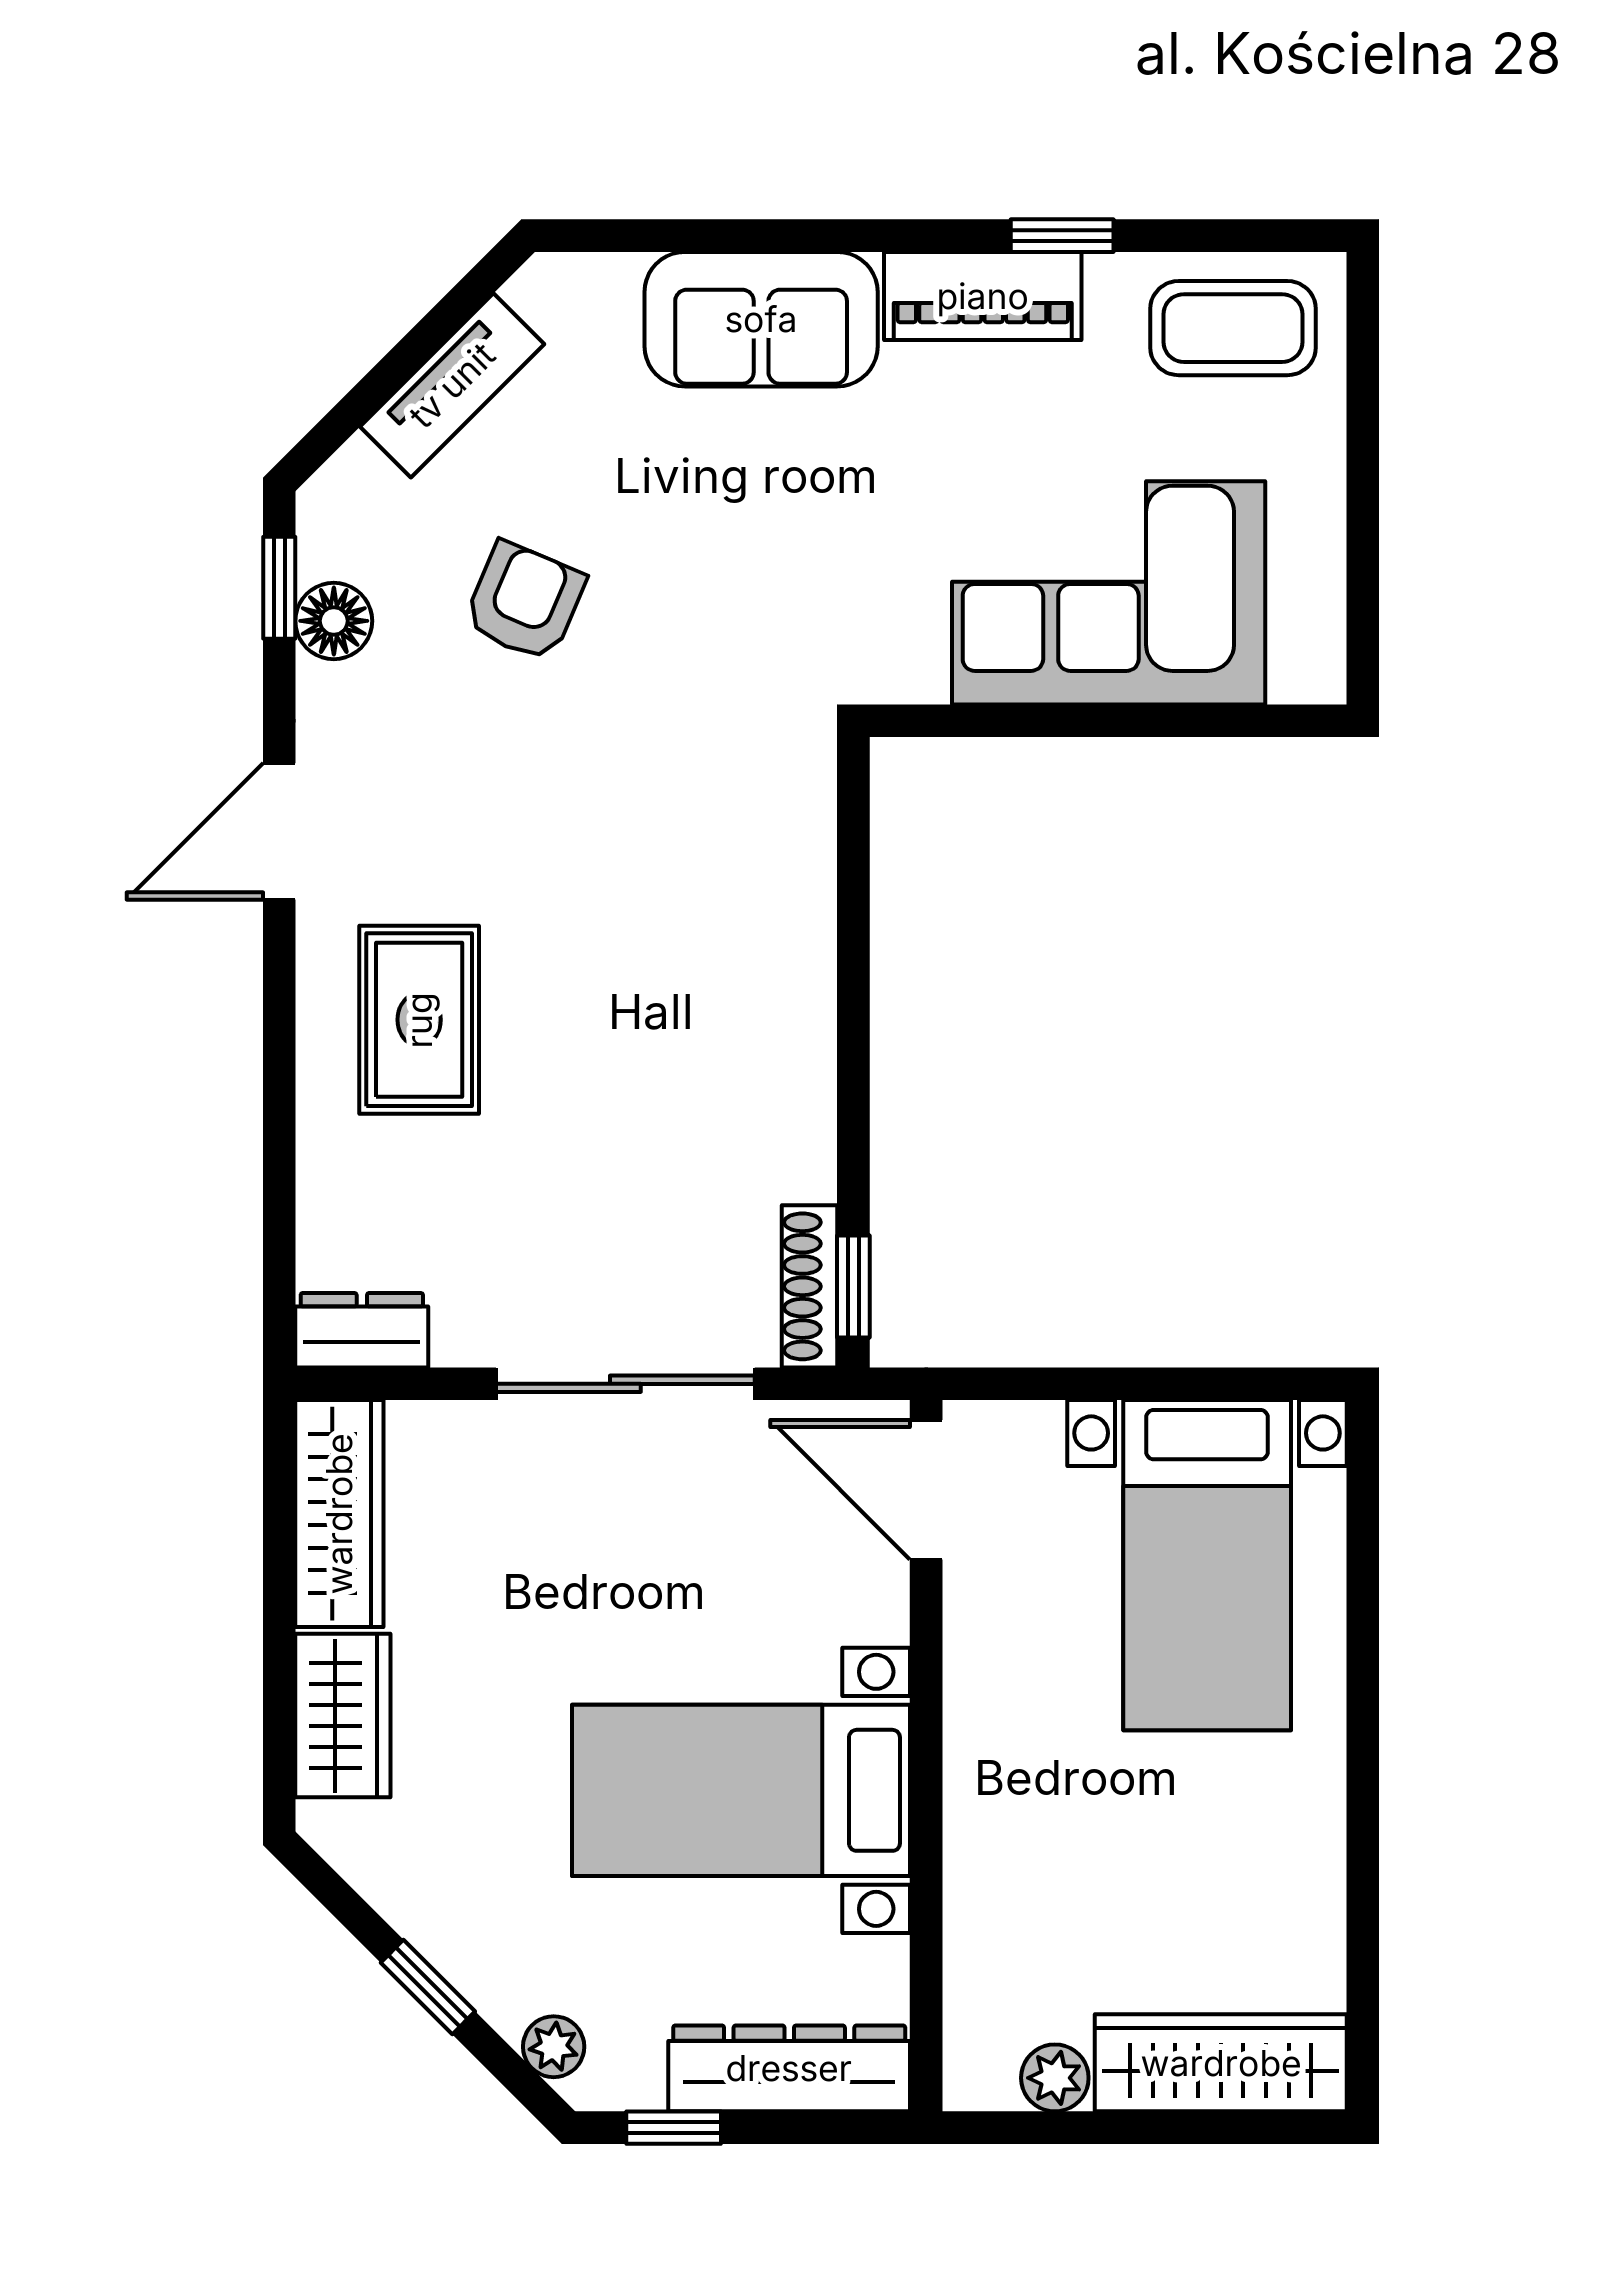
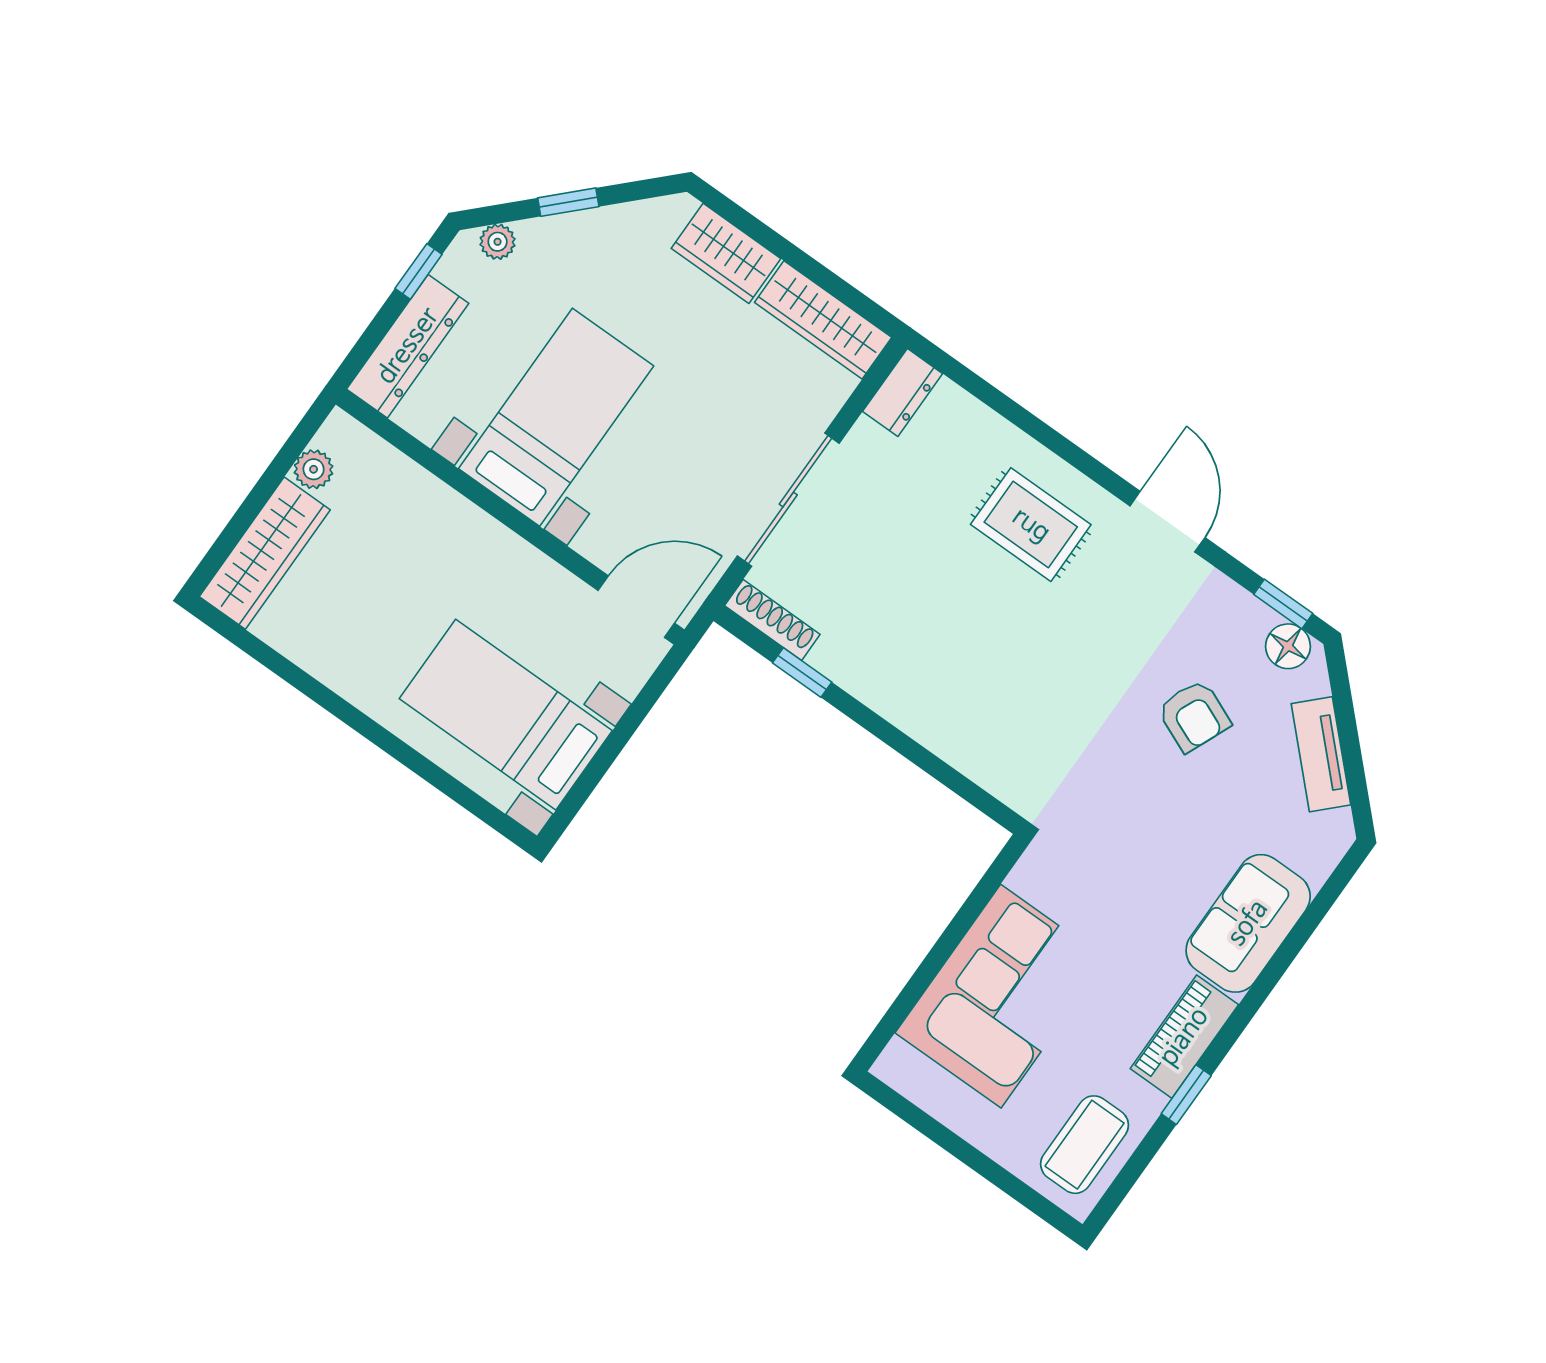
floor lamp: (334, 621) -> (1288, 646), moved
window: (853, 1287) -> (802, 672), moved

